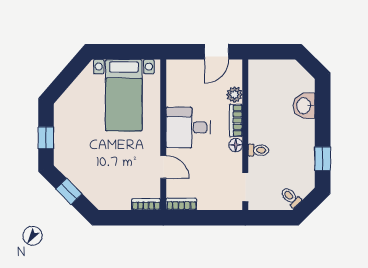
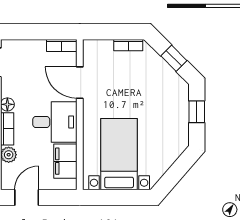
filing cabinet: (178, 88) -> (65, 161), added
door: (163, 167) -> (80, 83), width x1.38
bookcase: (146, 204) -> (128, 45), moved

